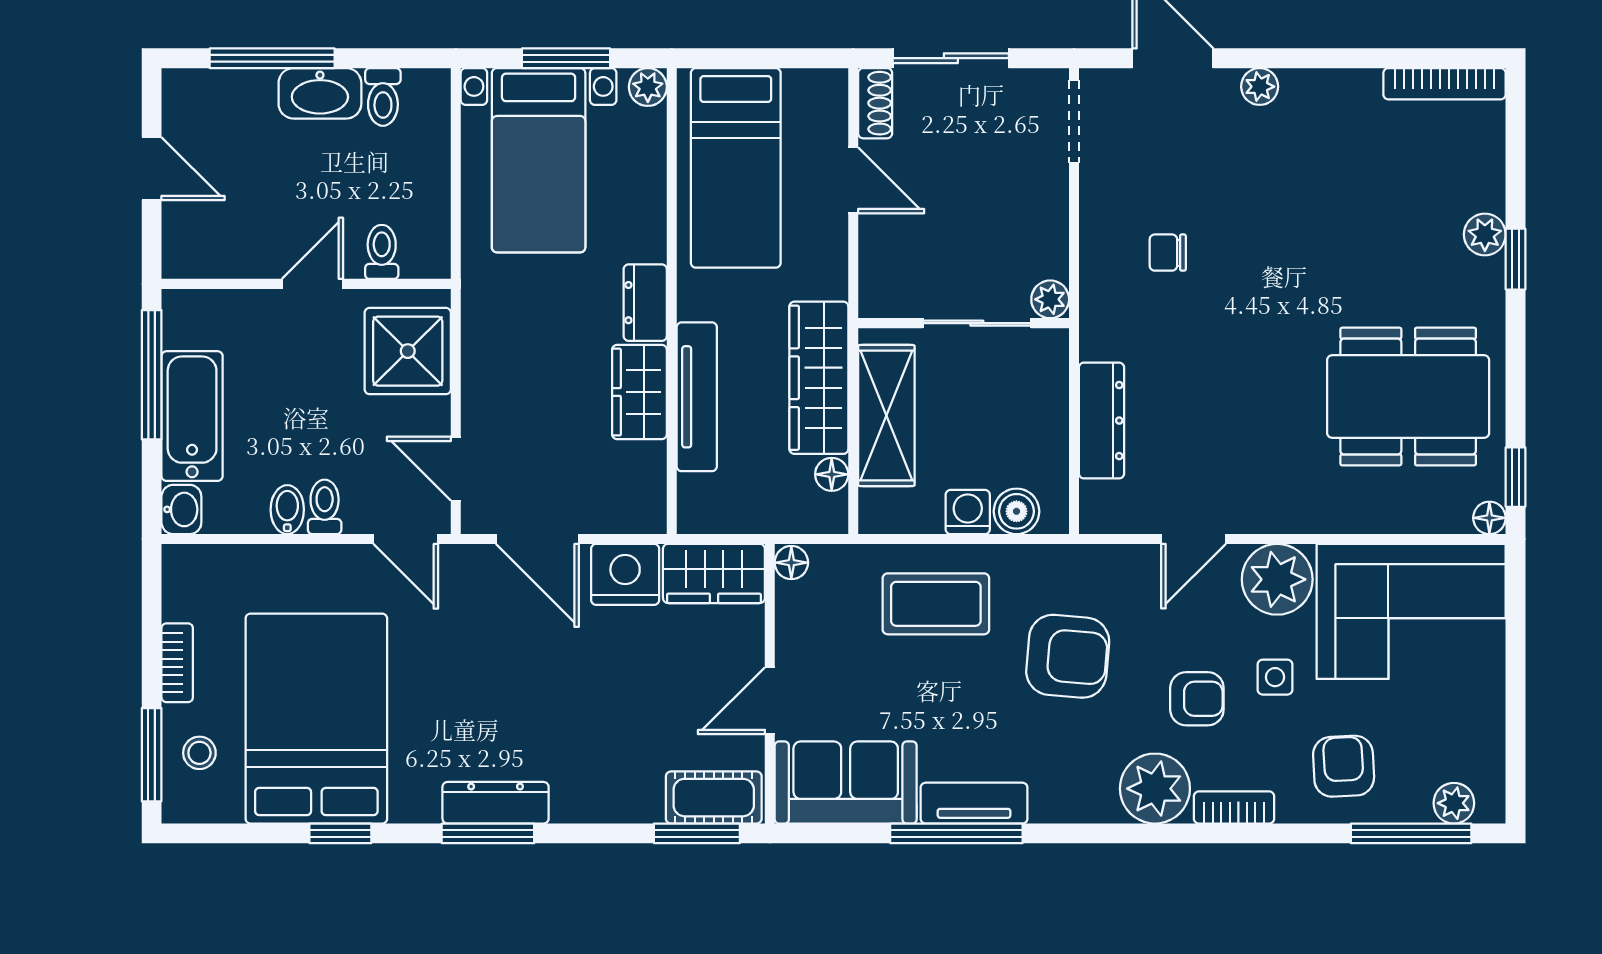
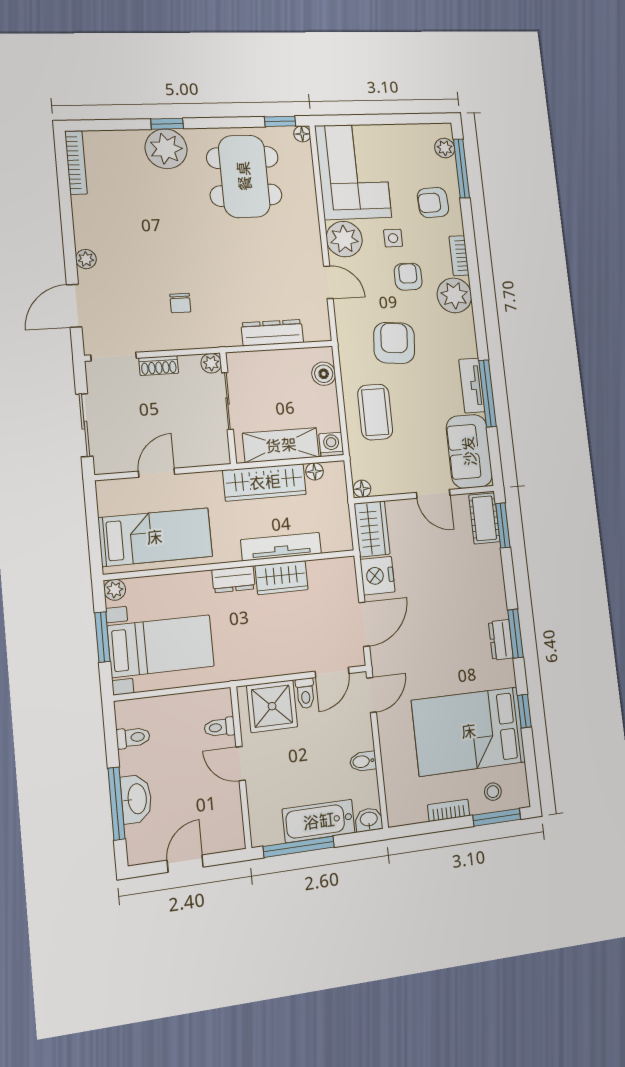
washbasin: (320, 93) -> (136, 799), moved
shoe rack: (875, 103) -> (159, 366), moved, turned 180
plant: (1485, 234) -> (166, 149), width x1.88, depth x1.88
toilet: (325, 507) -> (305, 693), moved, turned -90
washing machine: (968, 512) -> (331, 444), moved, turned 90
dresser: (496, 803) -> (501, 640), width x0.70

